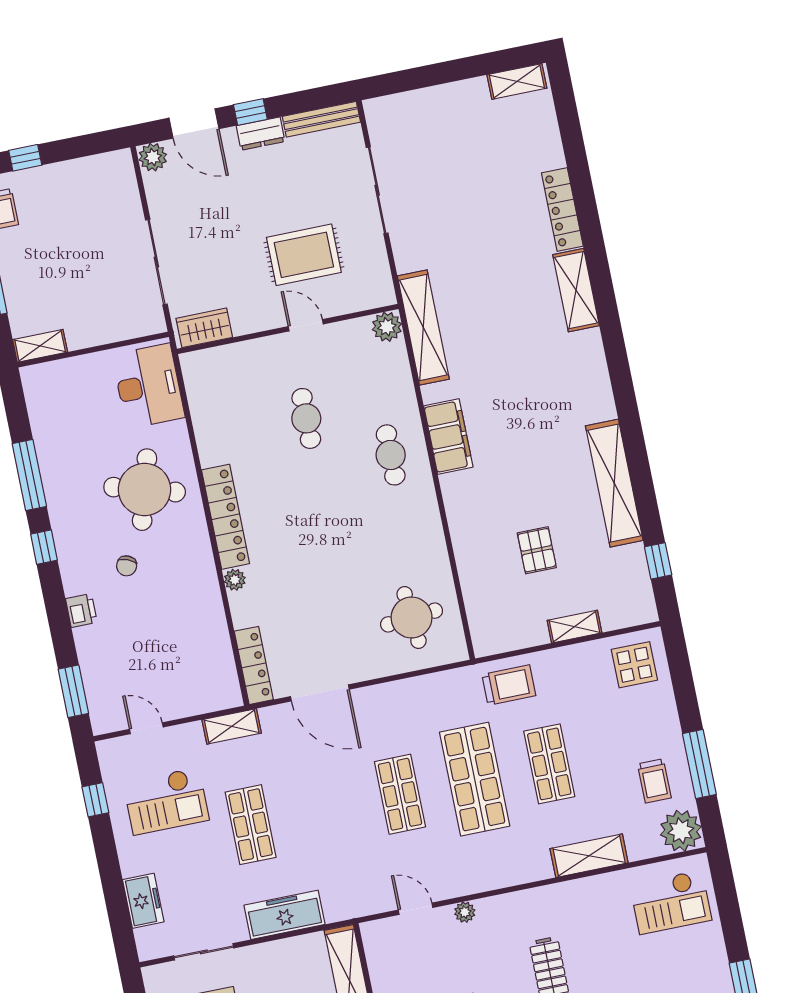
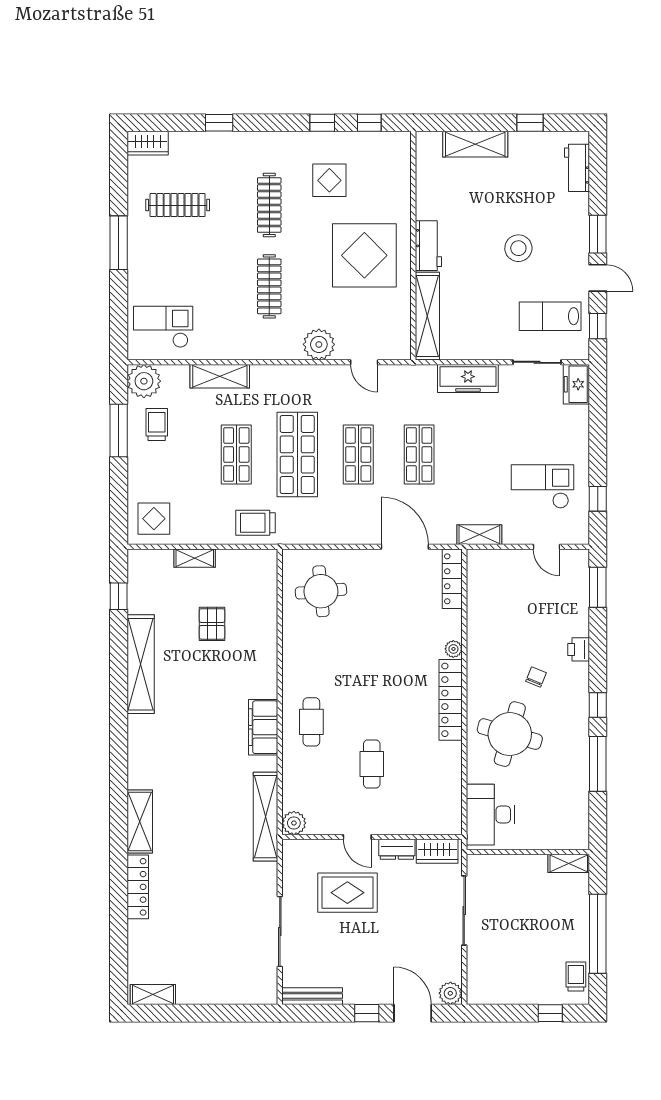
dresser: (261, 134) -> (397, 849), moved, turned 180
shop shelf: (251, 825) -> (419, 454), moved
freezer: (143, 901) -> (576, 384), moved
plant: (465, 912) -> (319, 344), width x1.88, depth x1.88

